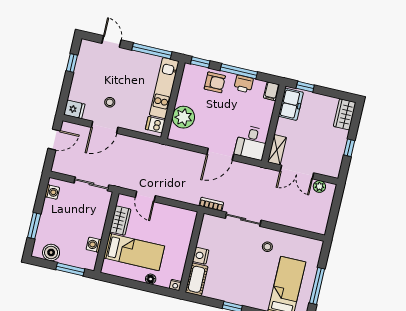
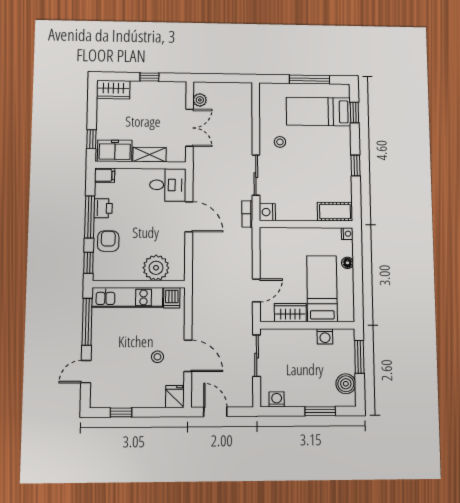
shelving: (277, 150) -> (150, 155), moved
nightstand: (201, 256) -> (267, 212), moved, turned 90

